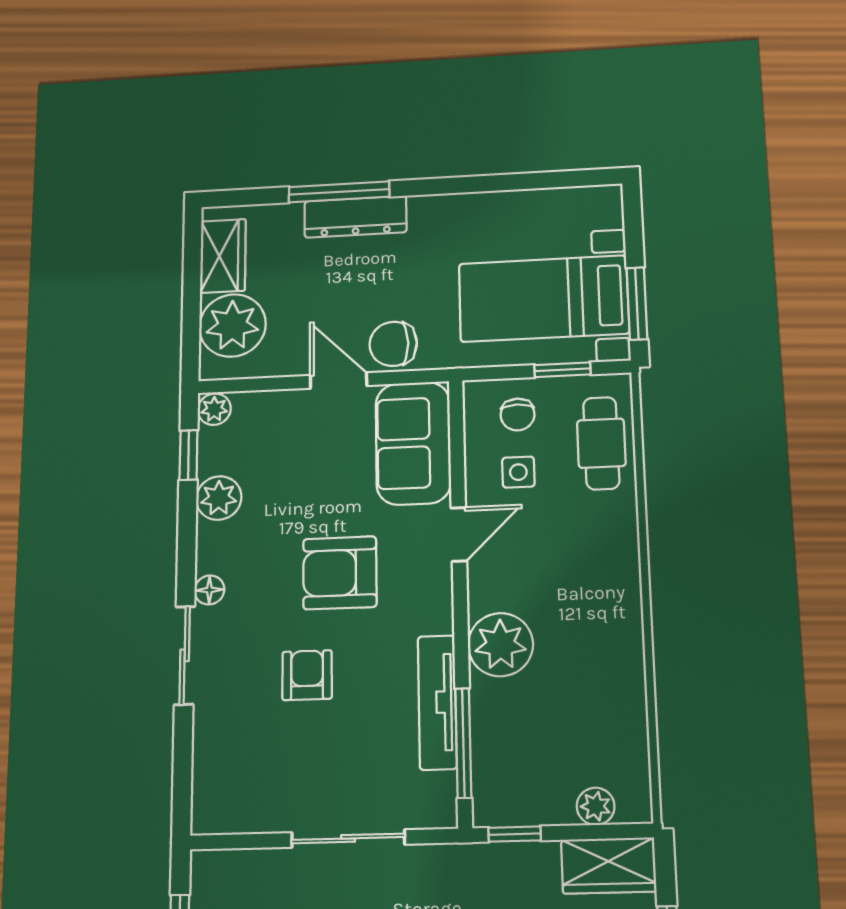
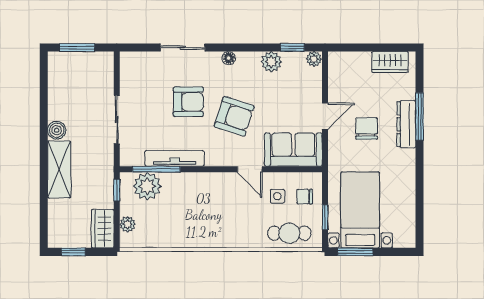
plant: (232, 325) -> (355, 67), removed
chair: (393, 344) -> (367, 129), moved
armchair: (340, 573) -> (234, 116), turned 108
plant: (500, 645) -> (147, 186), moved
sliding door: (185, 655) -> (183, 48), moved
armchair: (307, 675) -> (188, 102), width x1.38, depth x1.38

